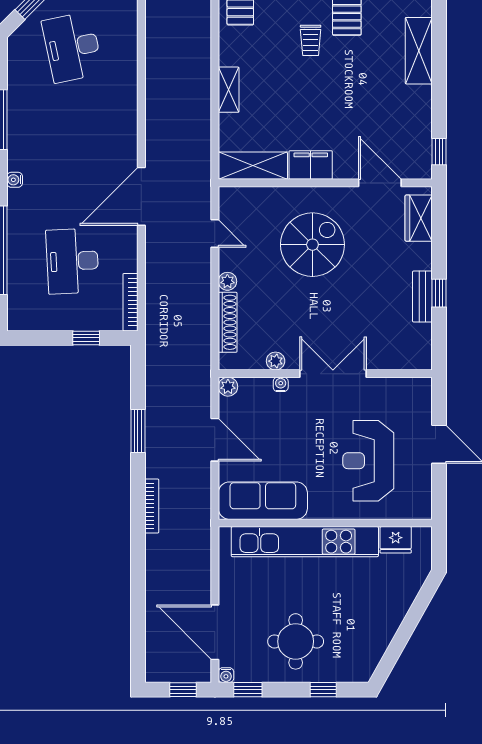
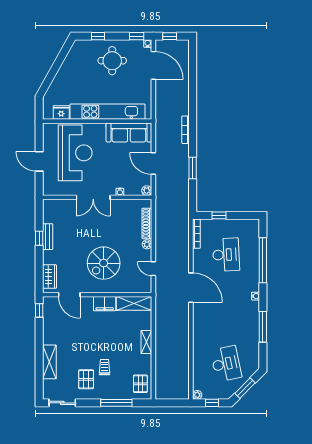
door: (141, 196) -> (191, 288), hinge flipped
plant: (276, 361) -> (122, 204), removed
reception desk: (368, 461) -> (75, 153), width x1.36, depth x1.30

